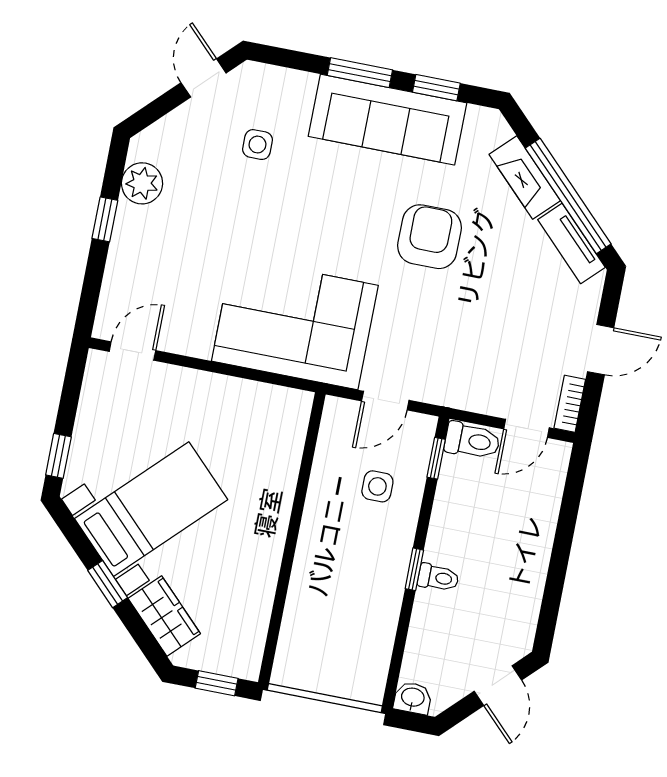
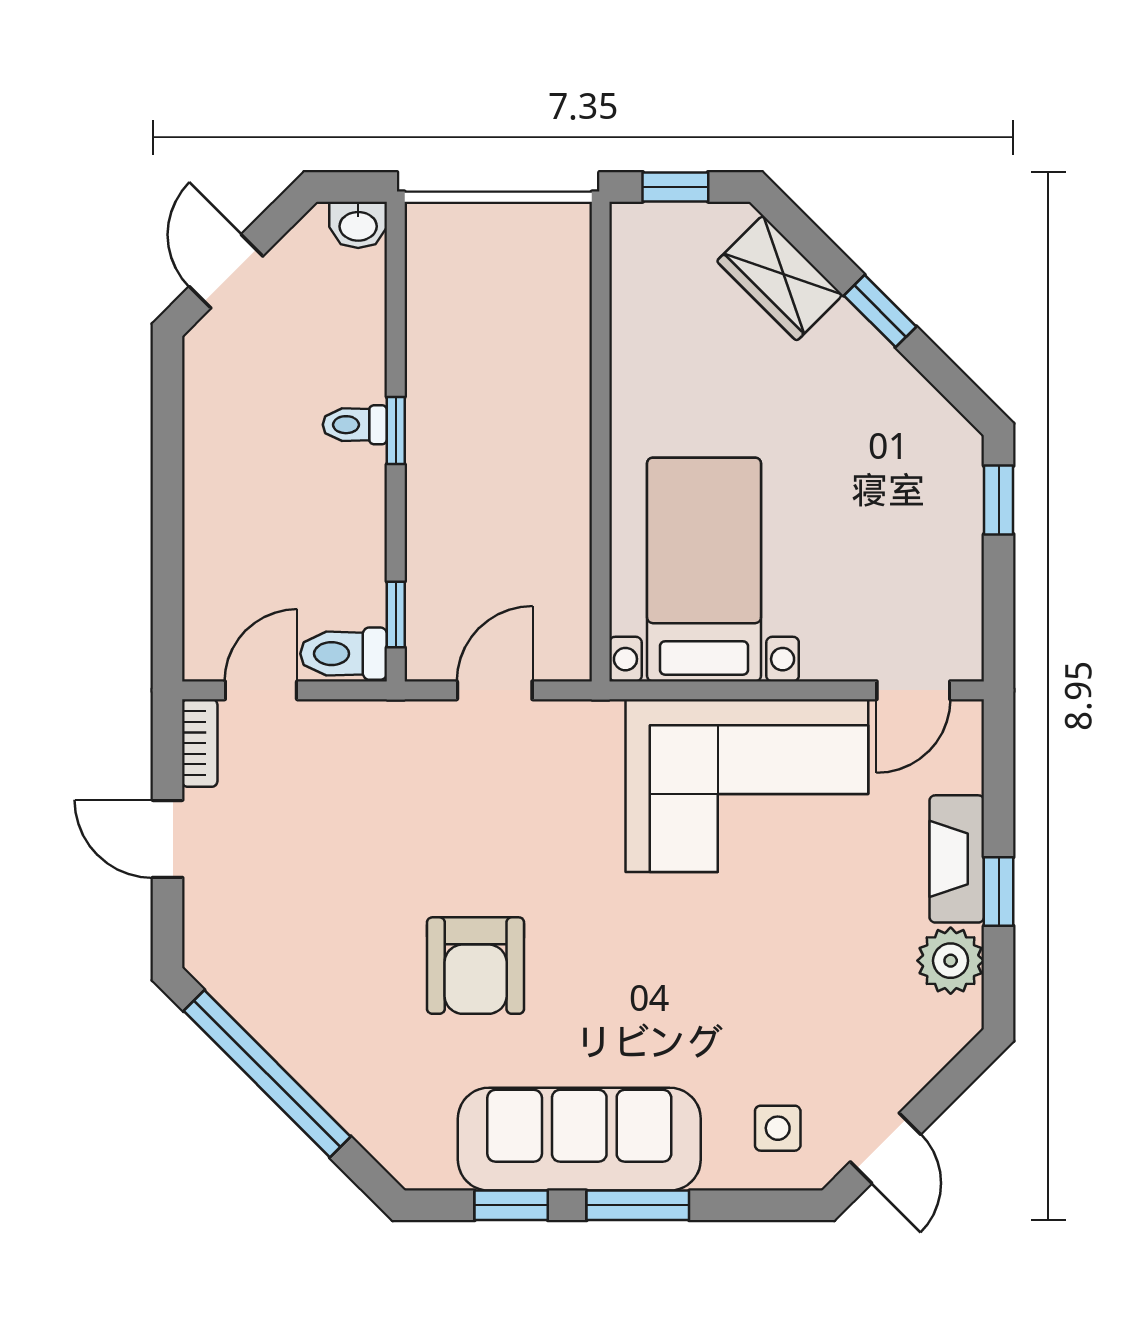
side table: (257, 145) -> (778, 1128), moved
fireplace: (525, 178) -> (957, 859), moved, turned -135
tv unit: (571, 243) -> (247, 999), removed
corner sofa: (295, 323) -> (747, 786), moved
door: (601, 350) -> (168, 839), hinge flipped
side table: (377, 486) -> (480, 551), removed
bed with nightstands: (151, 509) -> (704, 570), moved, turned 135

